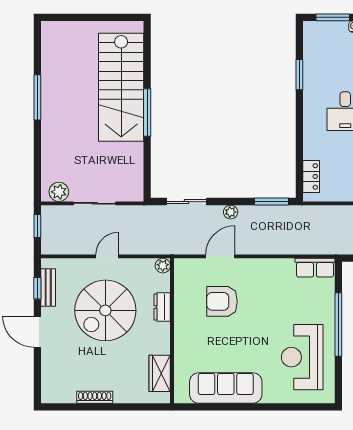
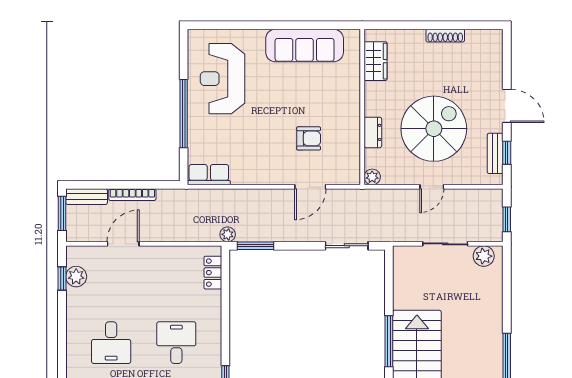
plant: (231, 212) -> (228, 234), moved
armchair: (222, 301) -> (309, 138), width x0.72, depth x0.72
reception desk: (302, 357) -> (223, 79), turned 180

